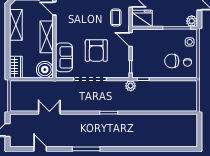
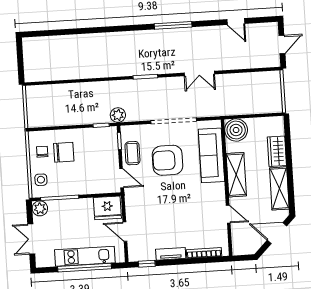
coffee table: (116, 17) -> (132, 153), moved
armchair: (96, 51) -> (168, 160), turned -90
sofa: (64, 57) -> (211, 155), width x1.36
wardrobe: (16, 67) -> (277, 151), moved
double door: (49, 113) -> (199, 73), moved

